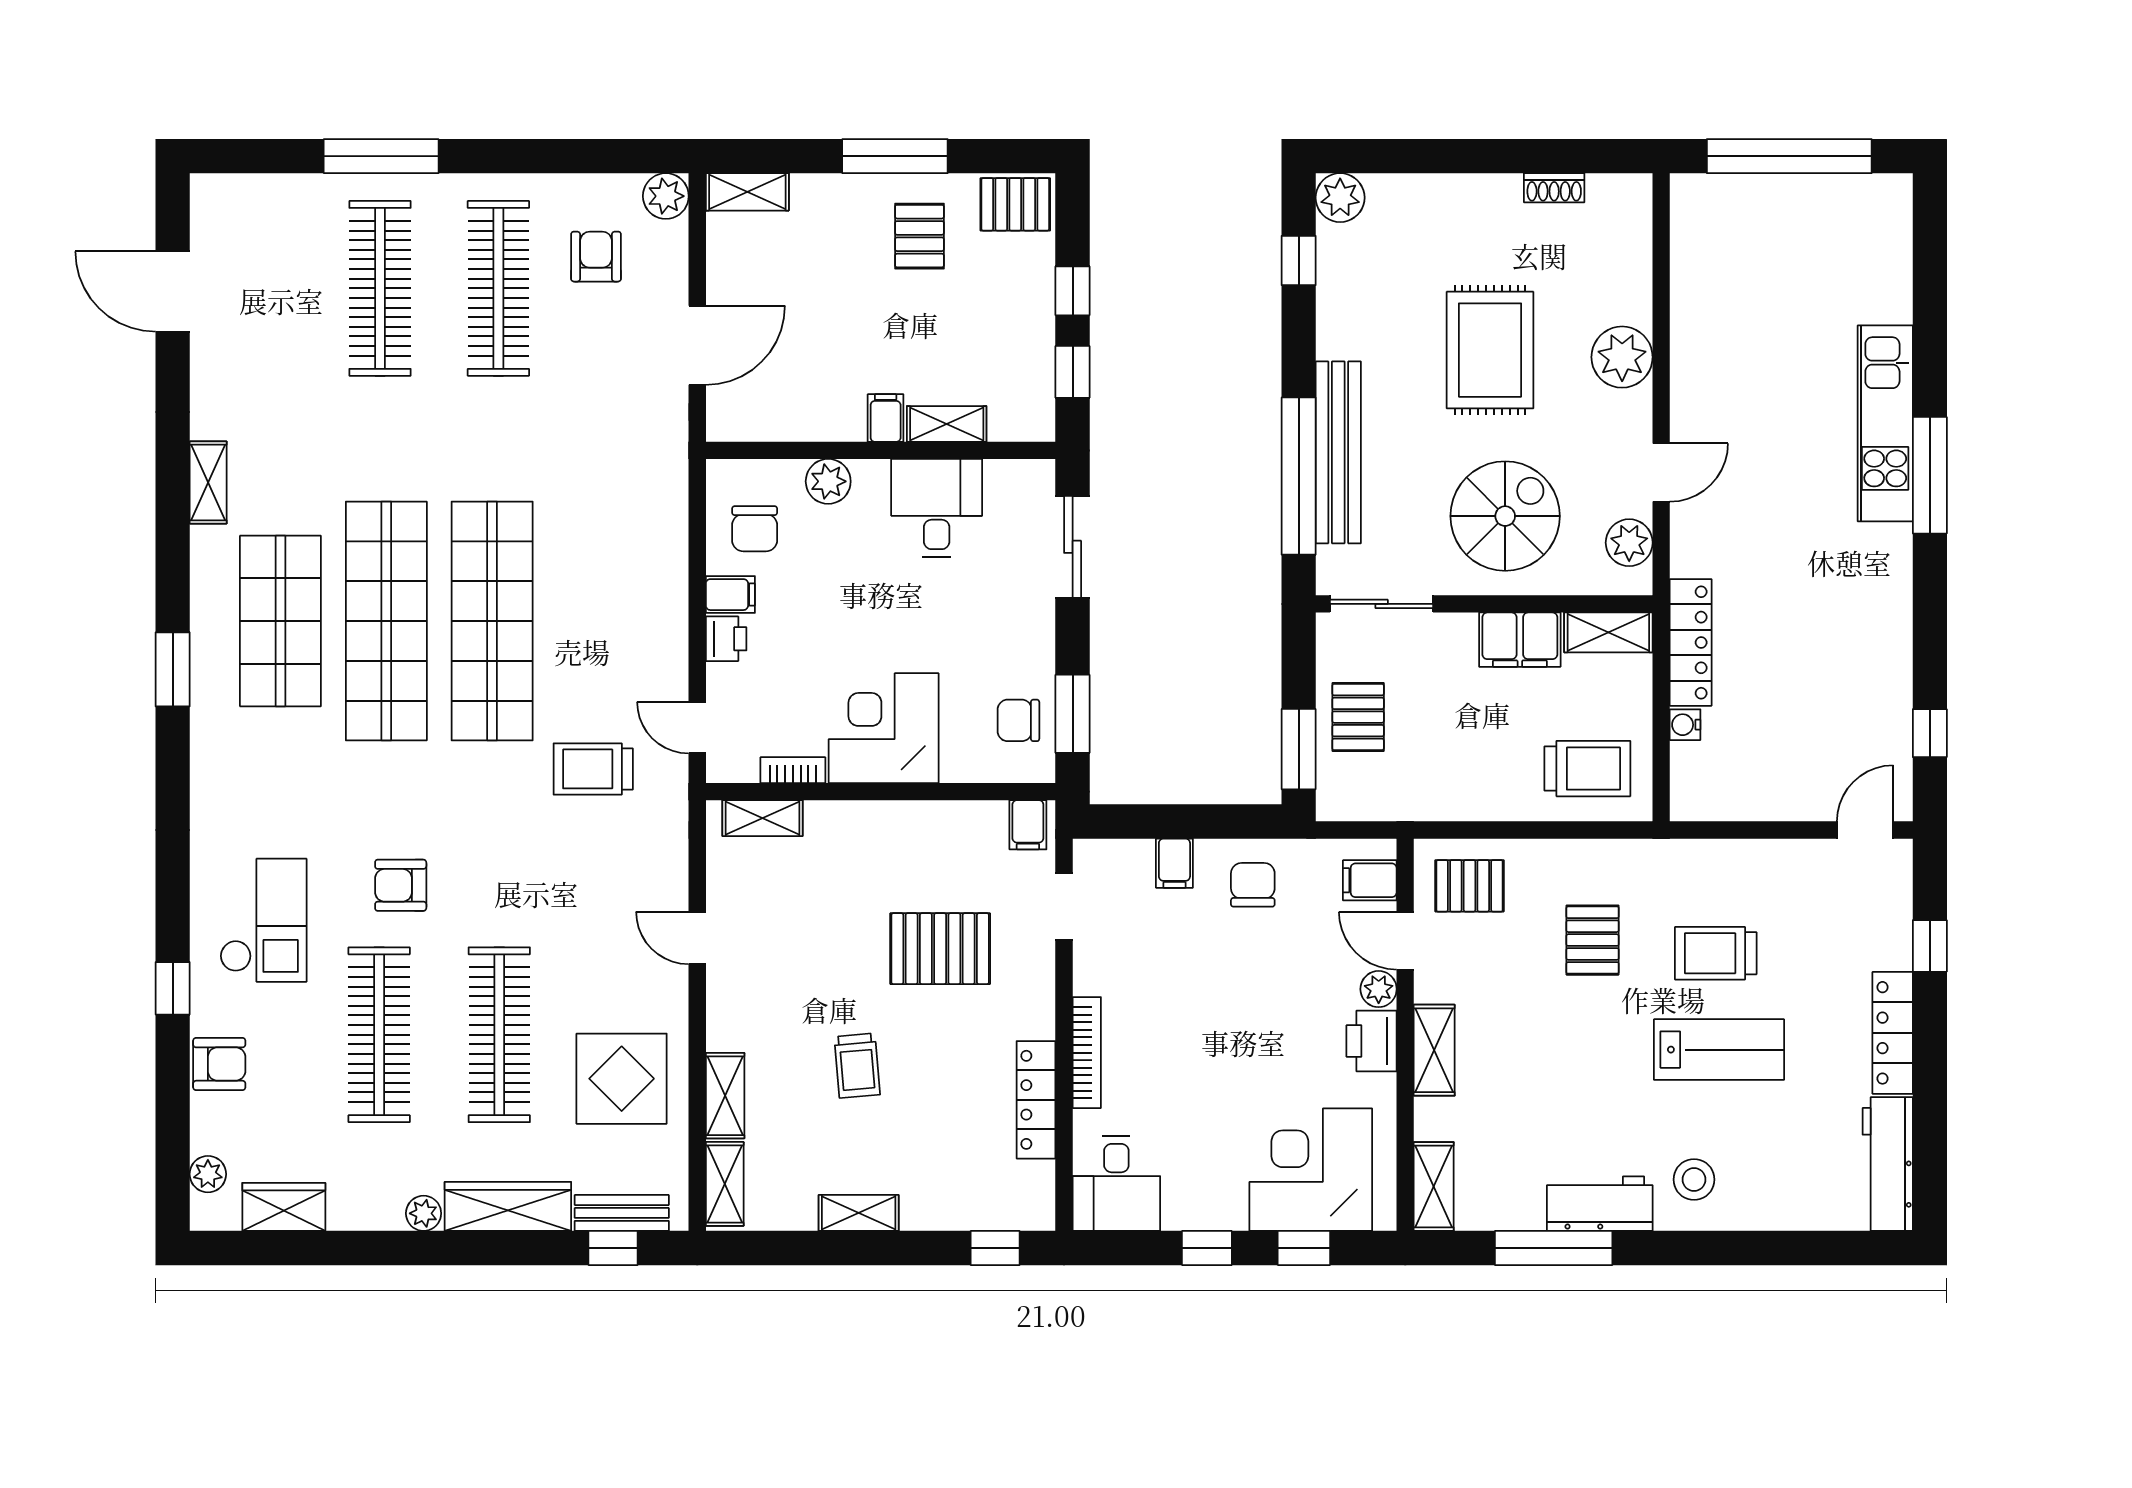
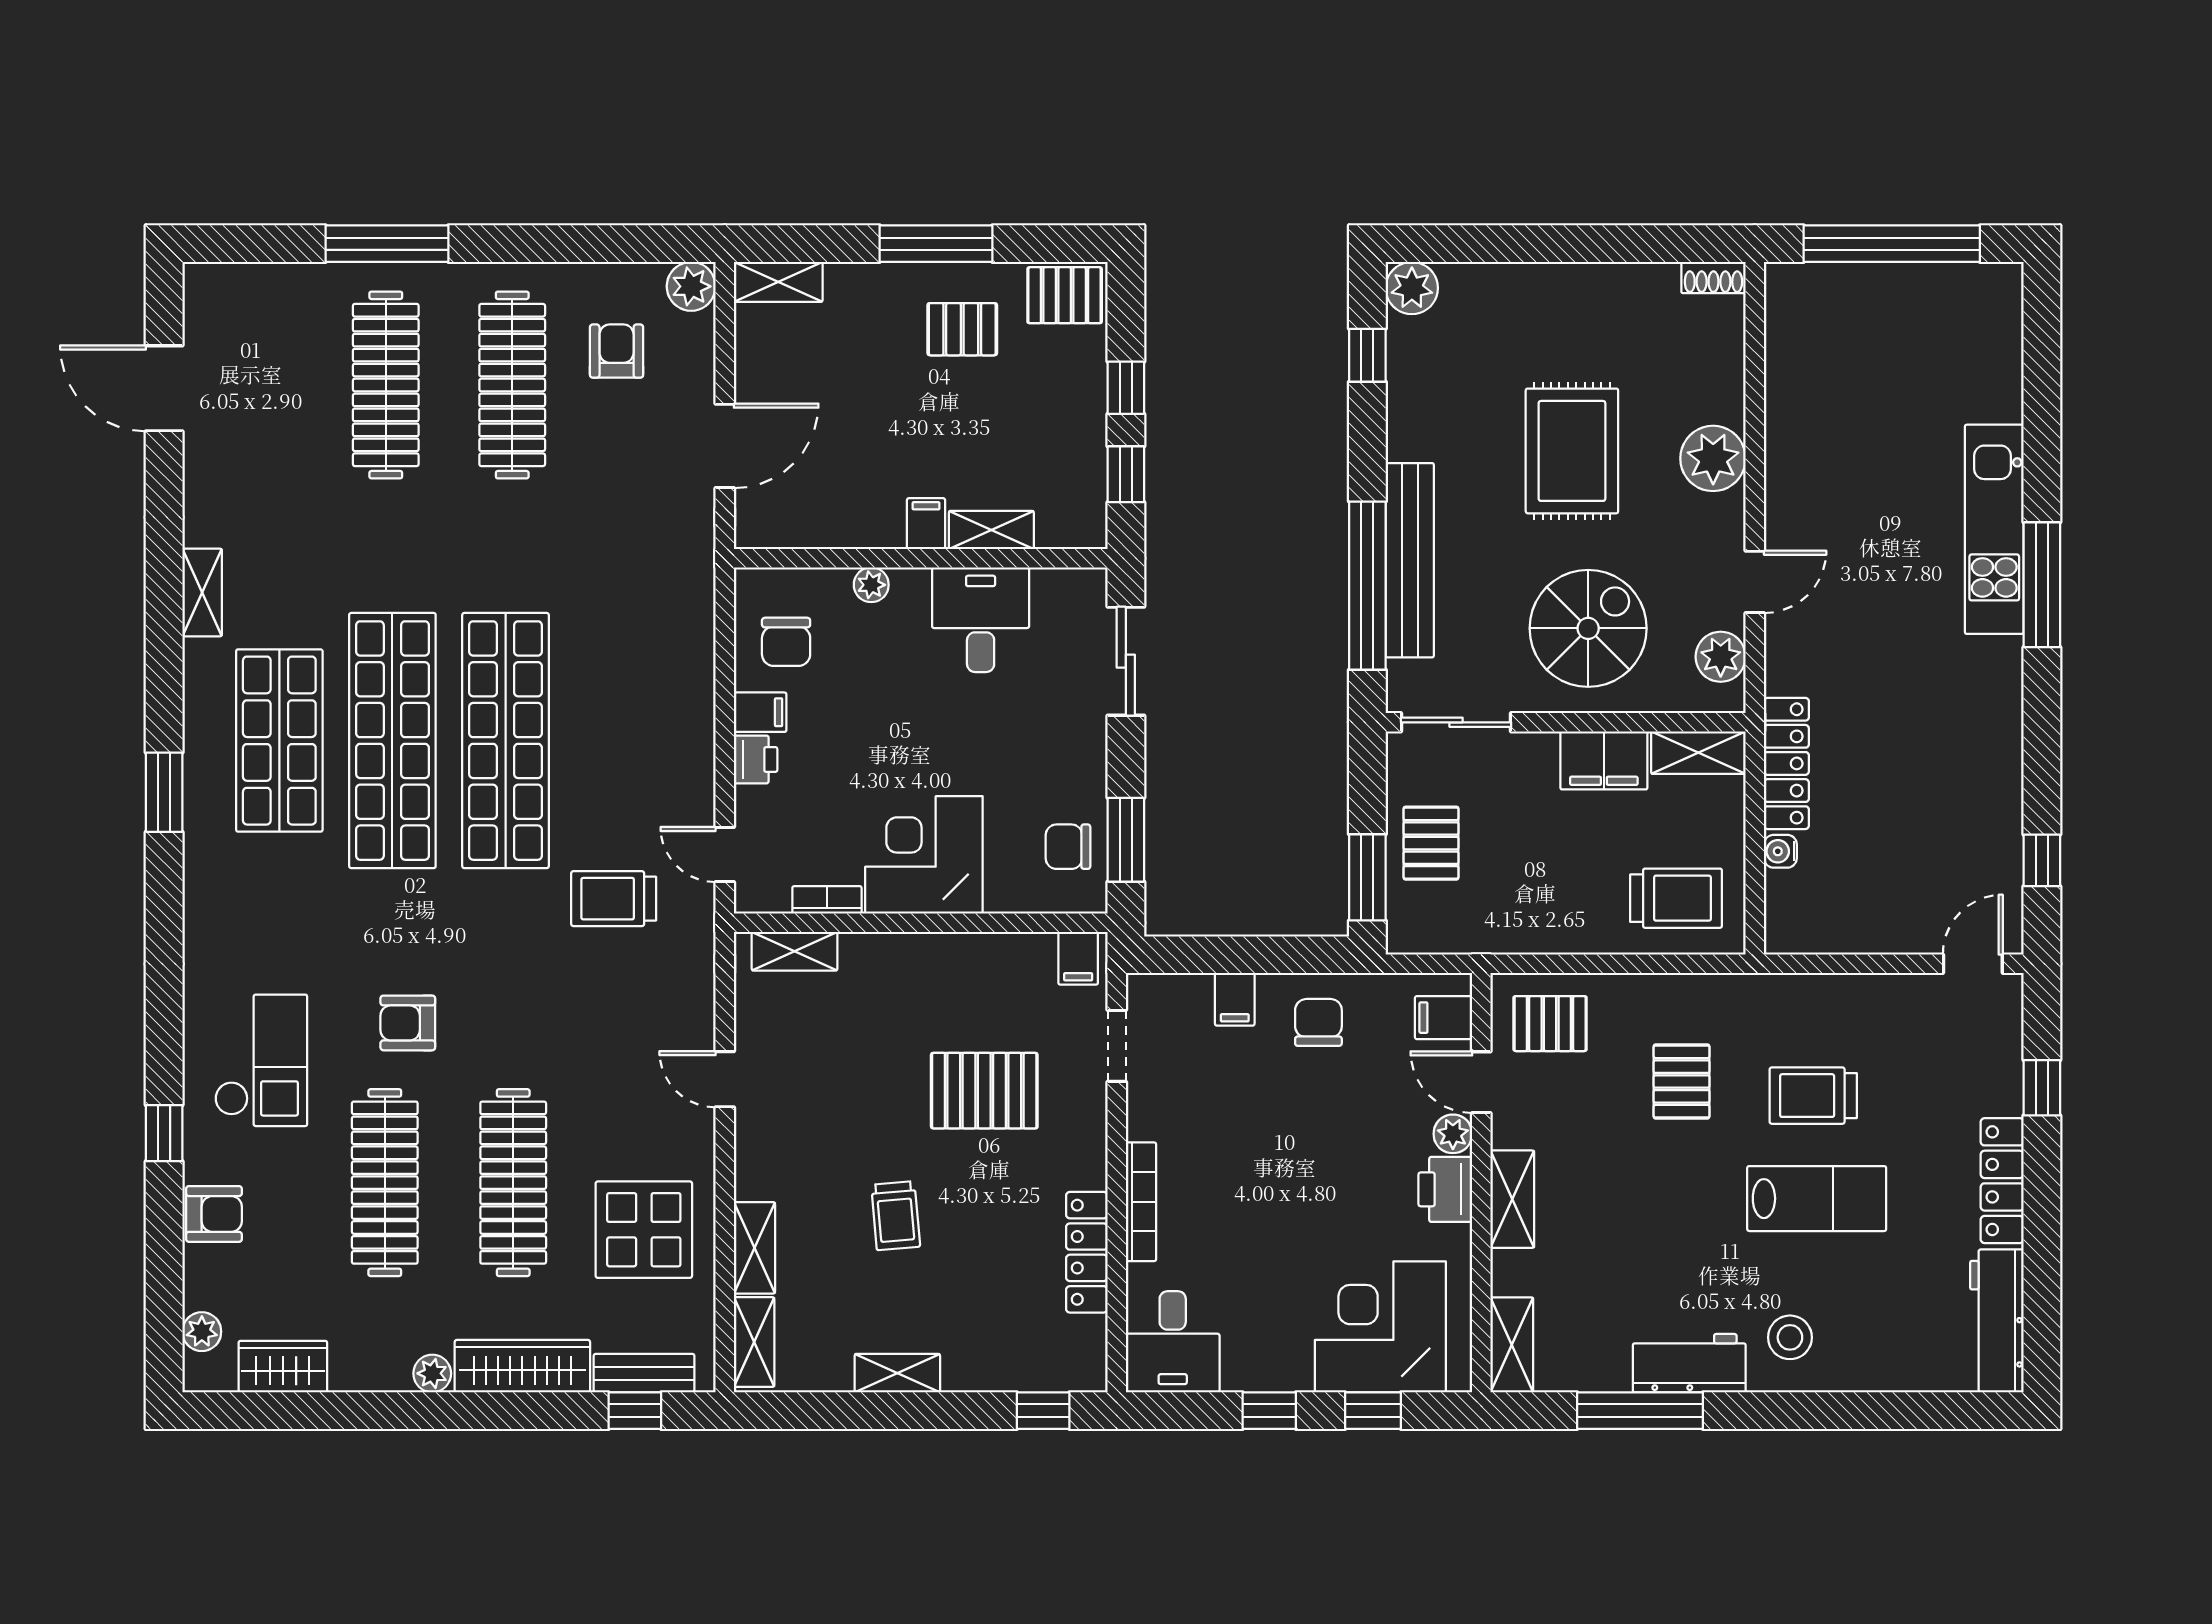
shoe rack: (1554, 188) -> (1713, 278), moved
pallet: (919, 236) -> (962, 329), turned 90
plant: (828, 481) -> (871, 585), width x0.73, depth x0.73

